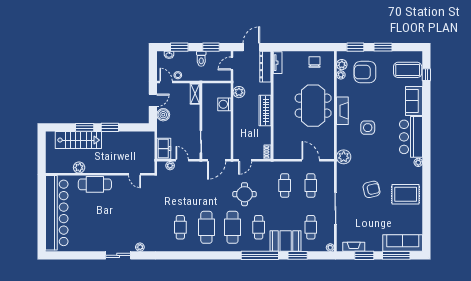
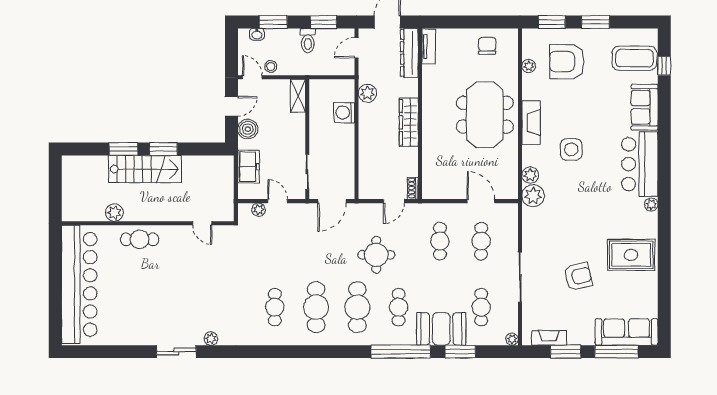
plant: (342, 65) -> (530, 175), moved
stairs: (78, 140) -> (145, 169), moved
freezer: (164, 149) -> (249, 167), moved
door: (245, 160) -> (394, 201), moved
cafe table: (95, 184) -> (140, 239), width x0.73, depth x0.74
armchair: (371, 189) -> (578, 276), moved

